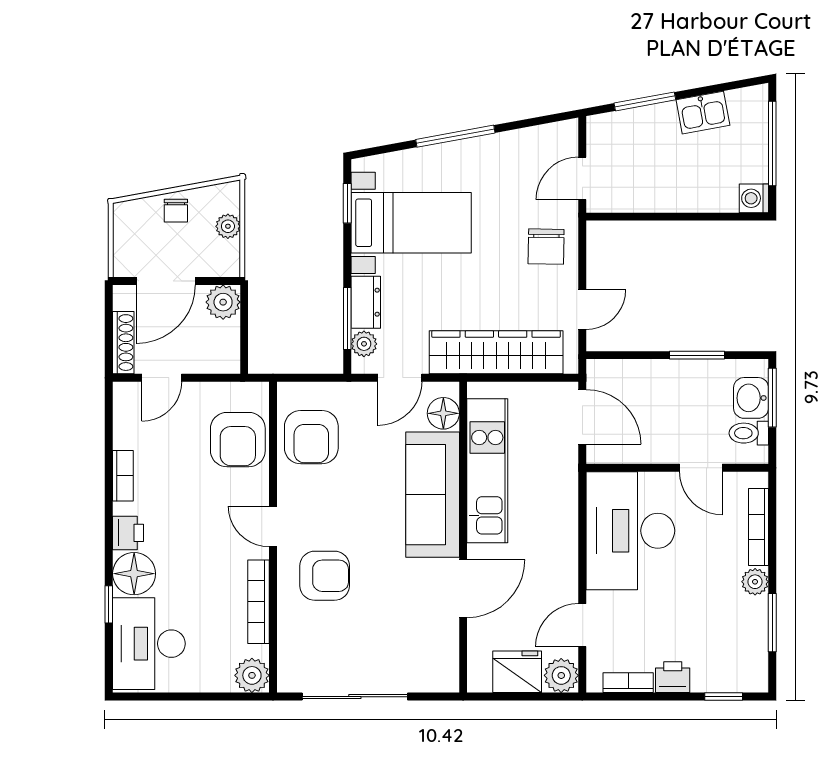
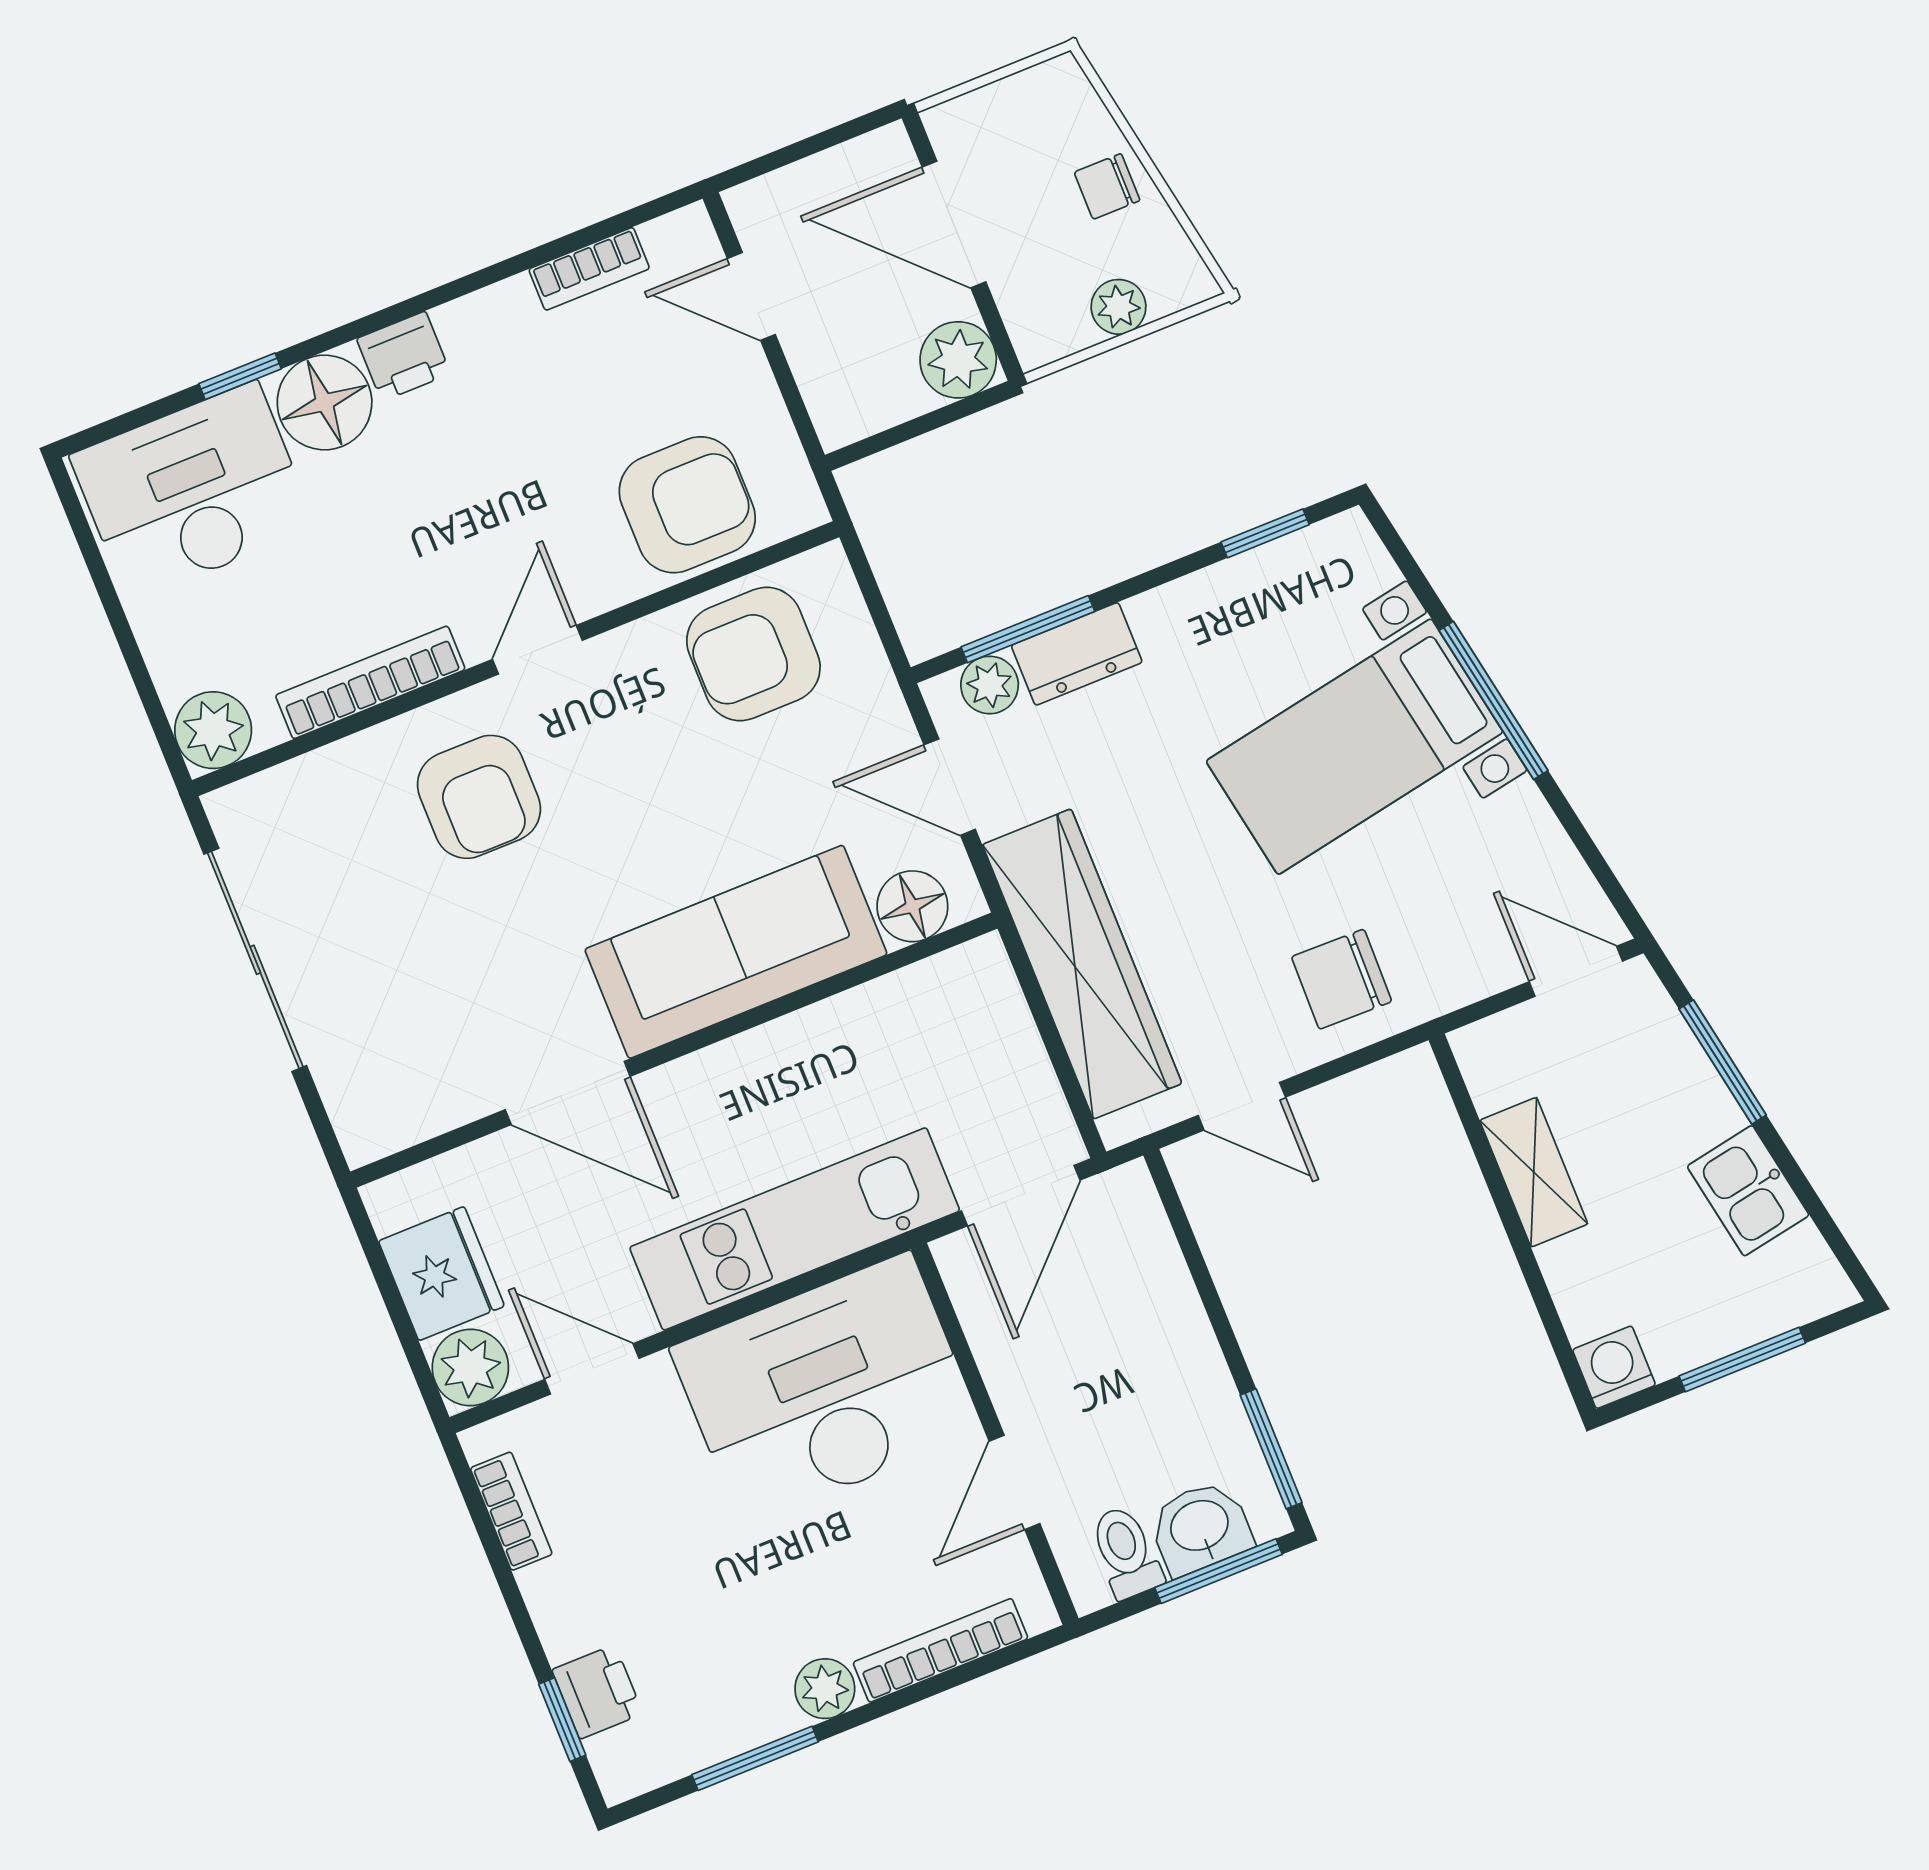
window: (772, 143) -> (1742, 1359), width x0.69
door: (582, 178) -> (1576, 971), moved
shelving: (659, 199) -> (1534, 1172), added
bed with nightstands: (411, 223) -> (1355, 747), moved, turned 80
shoe rack: (123, 343) -> (792, 188), removed
window: (697, 355) -> (1271, 1449), moved
armchair: (238, 440) -> (687, 505), turned 180
kitchen unit: (487, 471) -> (795, 1229), moved, turned 180
bookcase: (123, 476) -> (589, 269), moved
printer: (673, 677) -> (597, 1692), moved

